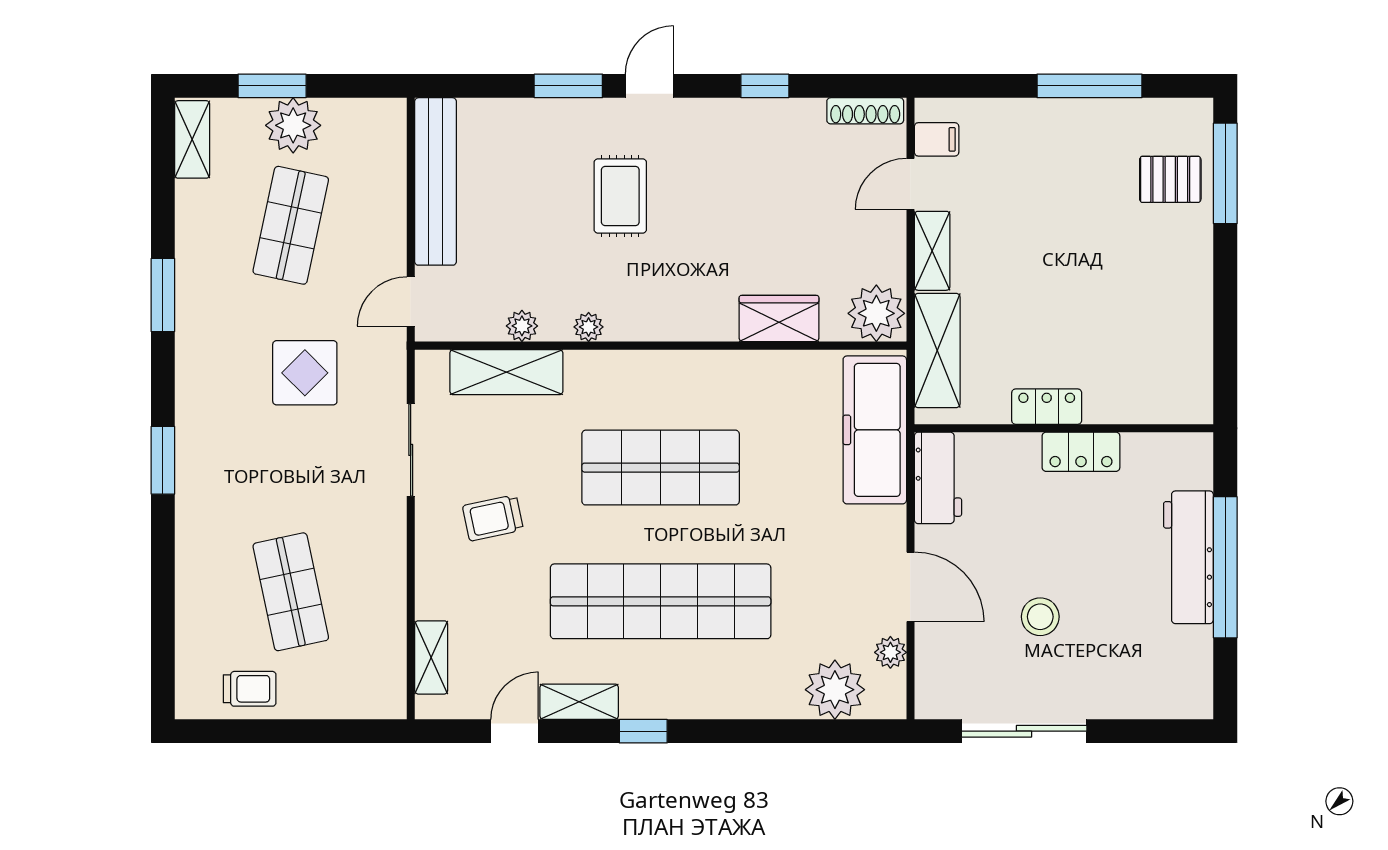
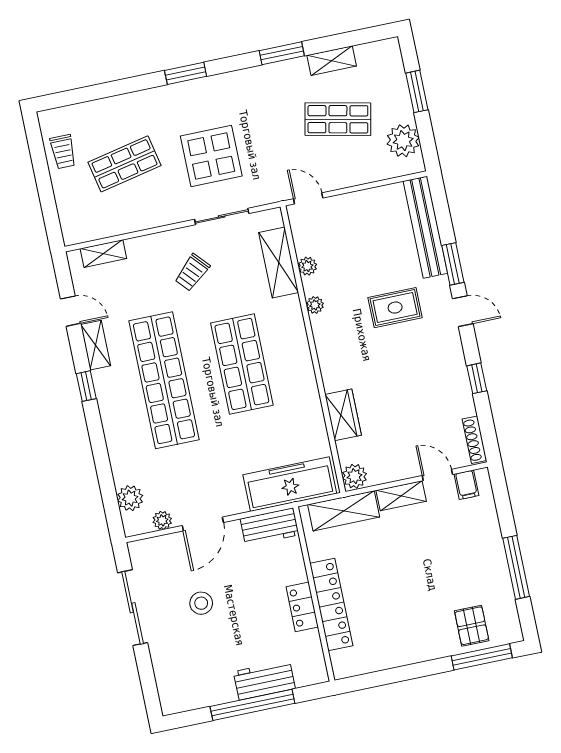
plant: (293, 125) -> (403, 141), moved
shelving: (192, 139) -> (332, 61), moved
bench: (436, 181) -> (425, 227), moved, turned 90
plant: (876, 313) -> (354, 476), width x0.73, depth x0.73
display table: (305, 373) -> (211, 156), moved, width x1.36, depth x1.36
locker: (1047, 407) -> (331, 604), width x2.16, depth x1.21
trolley: (493, 518) -> (192, 273), turned -120
workbench: (1188, 557) -> (264, 680), width x0.73
plant: (835, 690) -> (130, 498), width x0.73, depth x0.73

